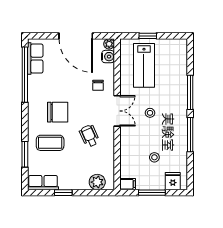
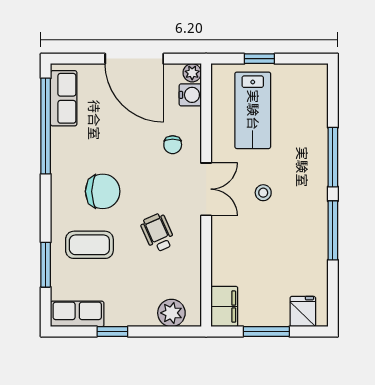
stool: (154, 157) -> (271, 270), removed
filing cabinet: (128, 184) -> (224, 307), width x2.00

